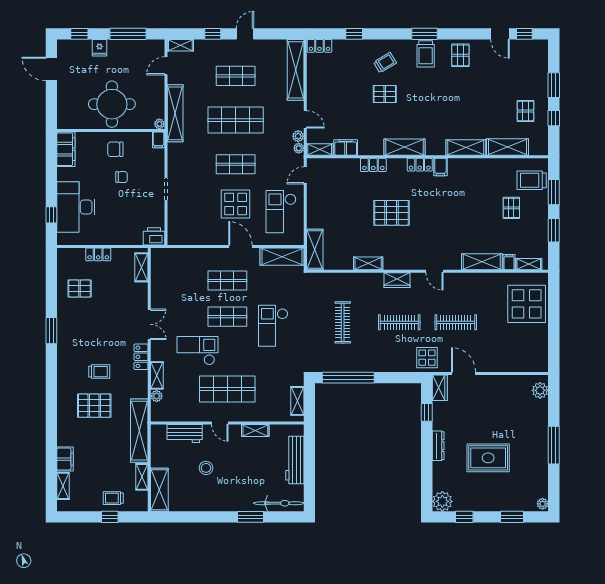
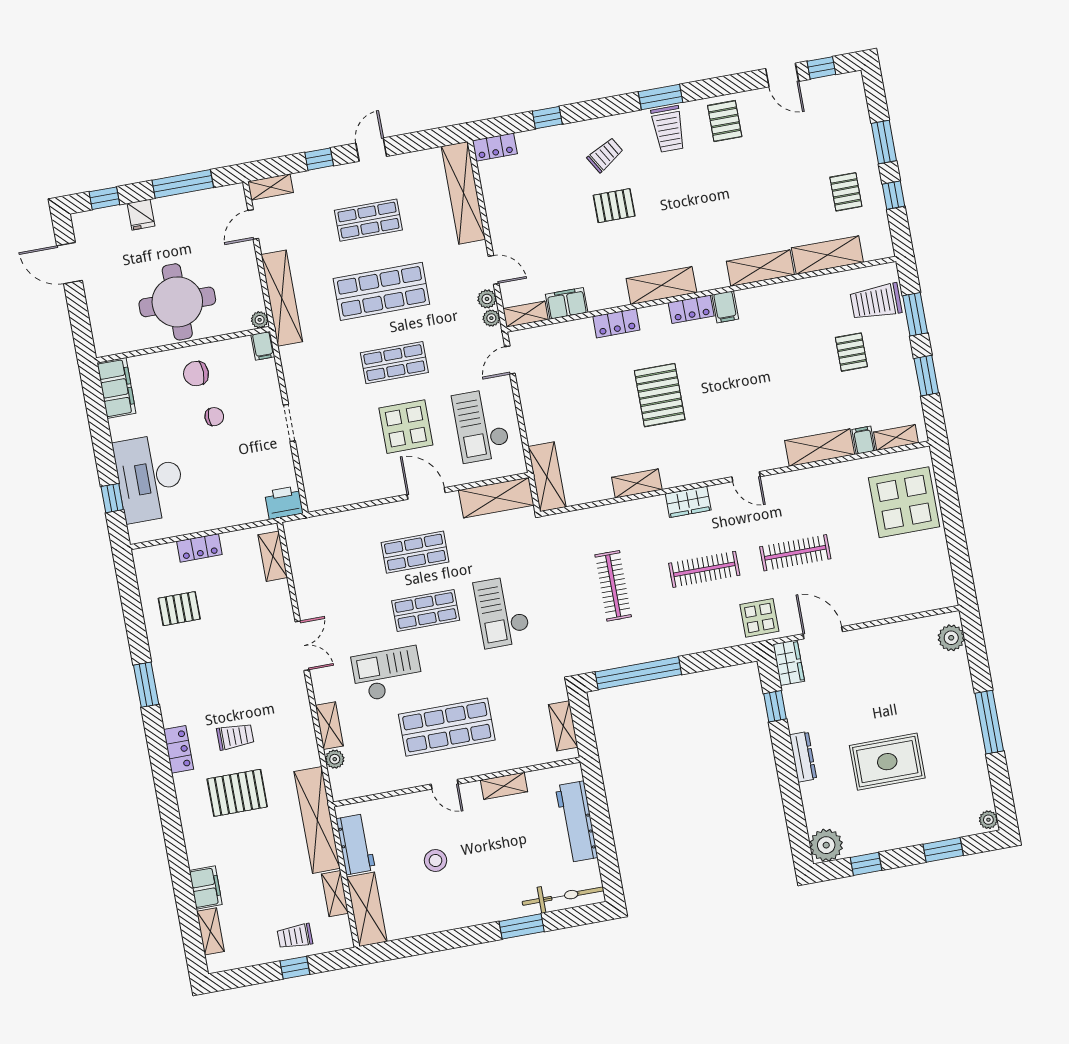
pallet: (391, 213) -> (660, 395), turned 90
locker: (141, 357) -> (179, 749), moved, turned 180
workbench: (185, 434) -> (356, 844), moved, turned -90

